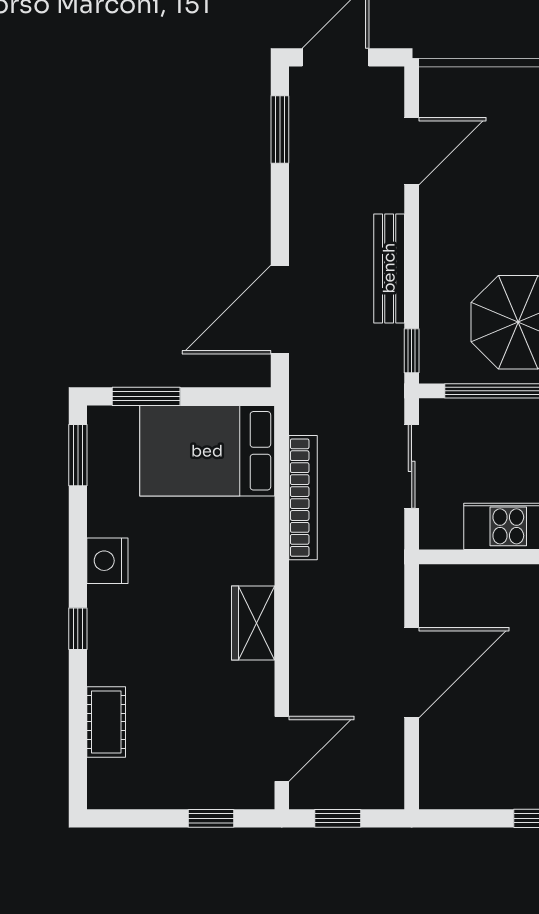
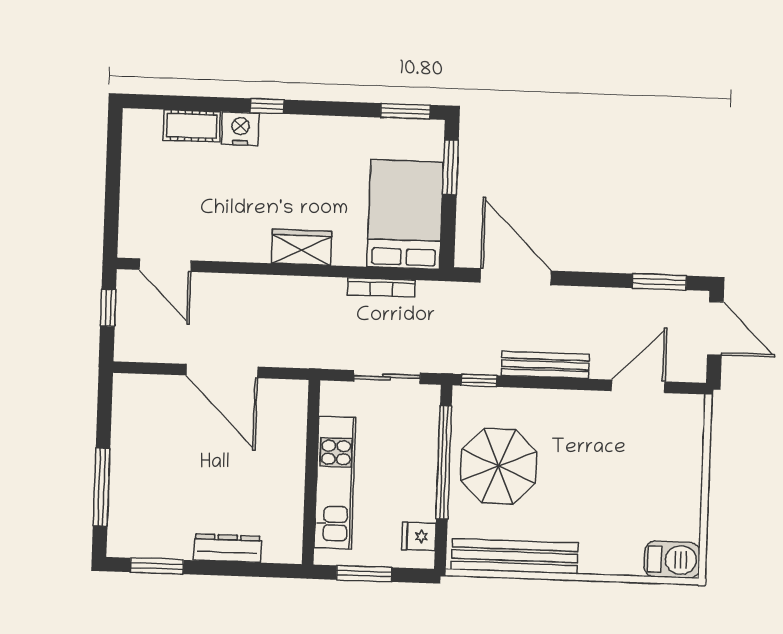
door: (412, 151) -> (638, 386), swing flipped
bookcase: (303, 498) -> (381, 287), width x0.68, depth x0.76
nightstand: (107, 561) -> (240, 129), moved
wardrobe: (253, 623) -> (301, 247), moved
window: (211, 818) -> (112, 207), removed

